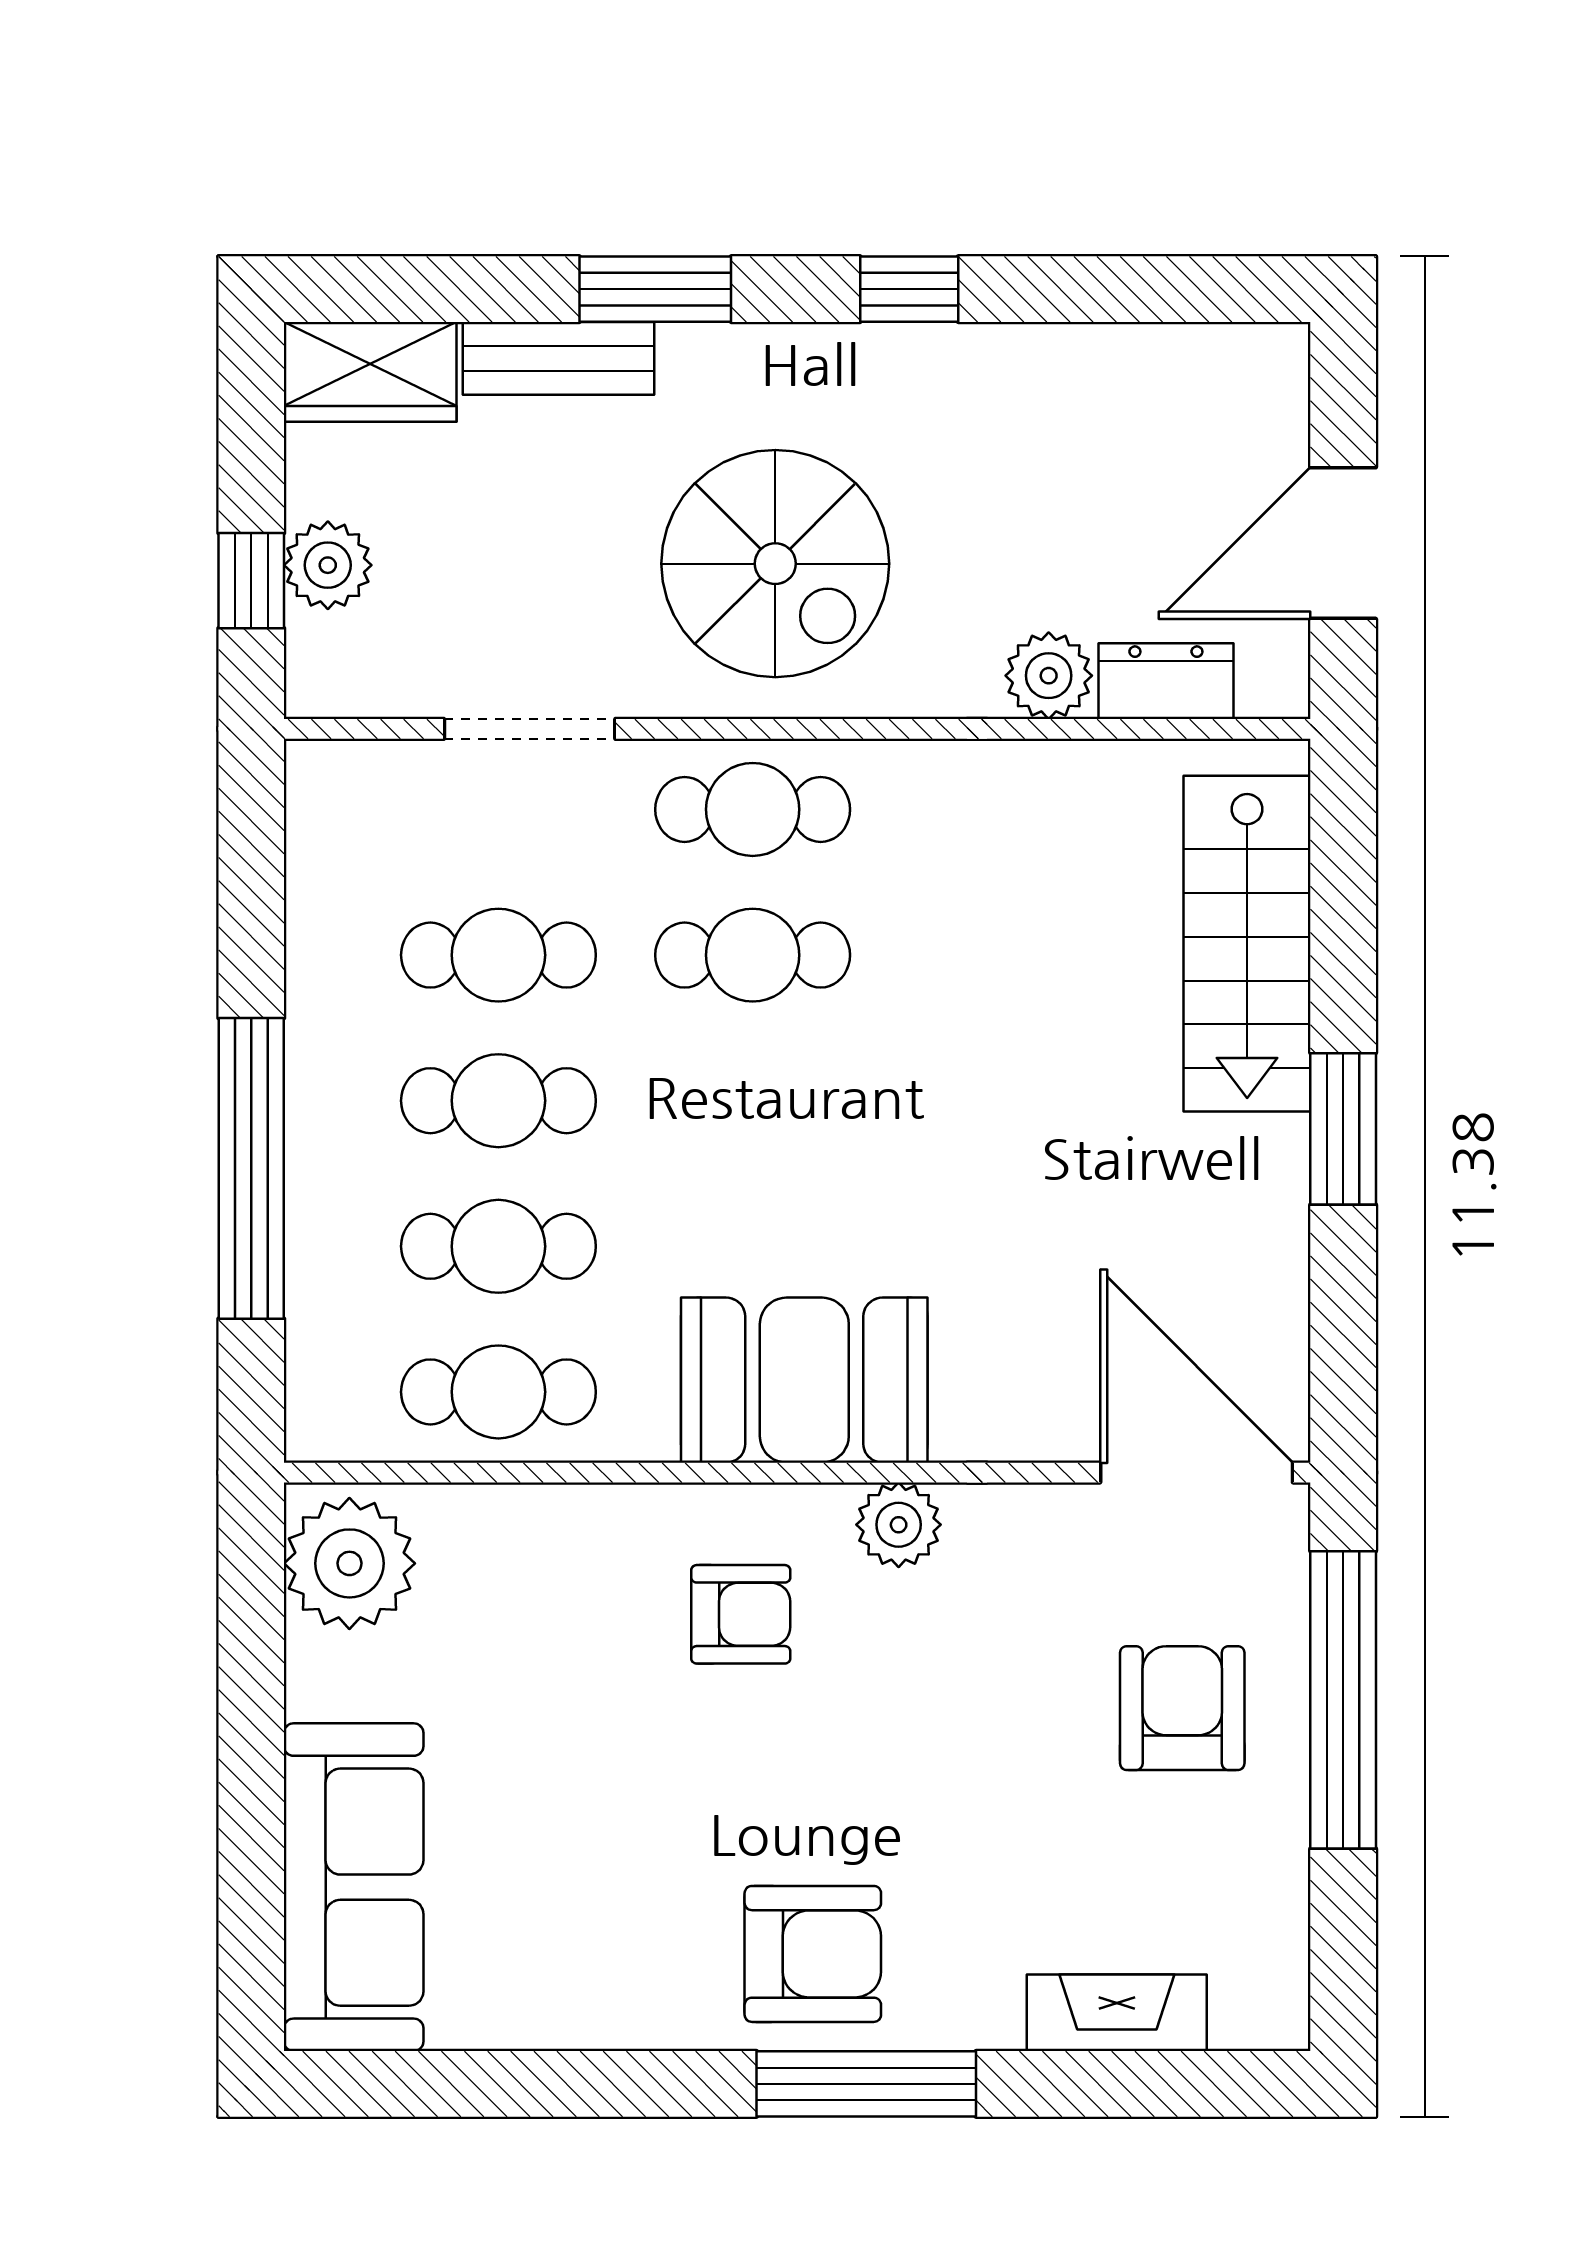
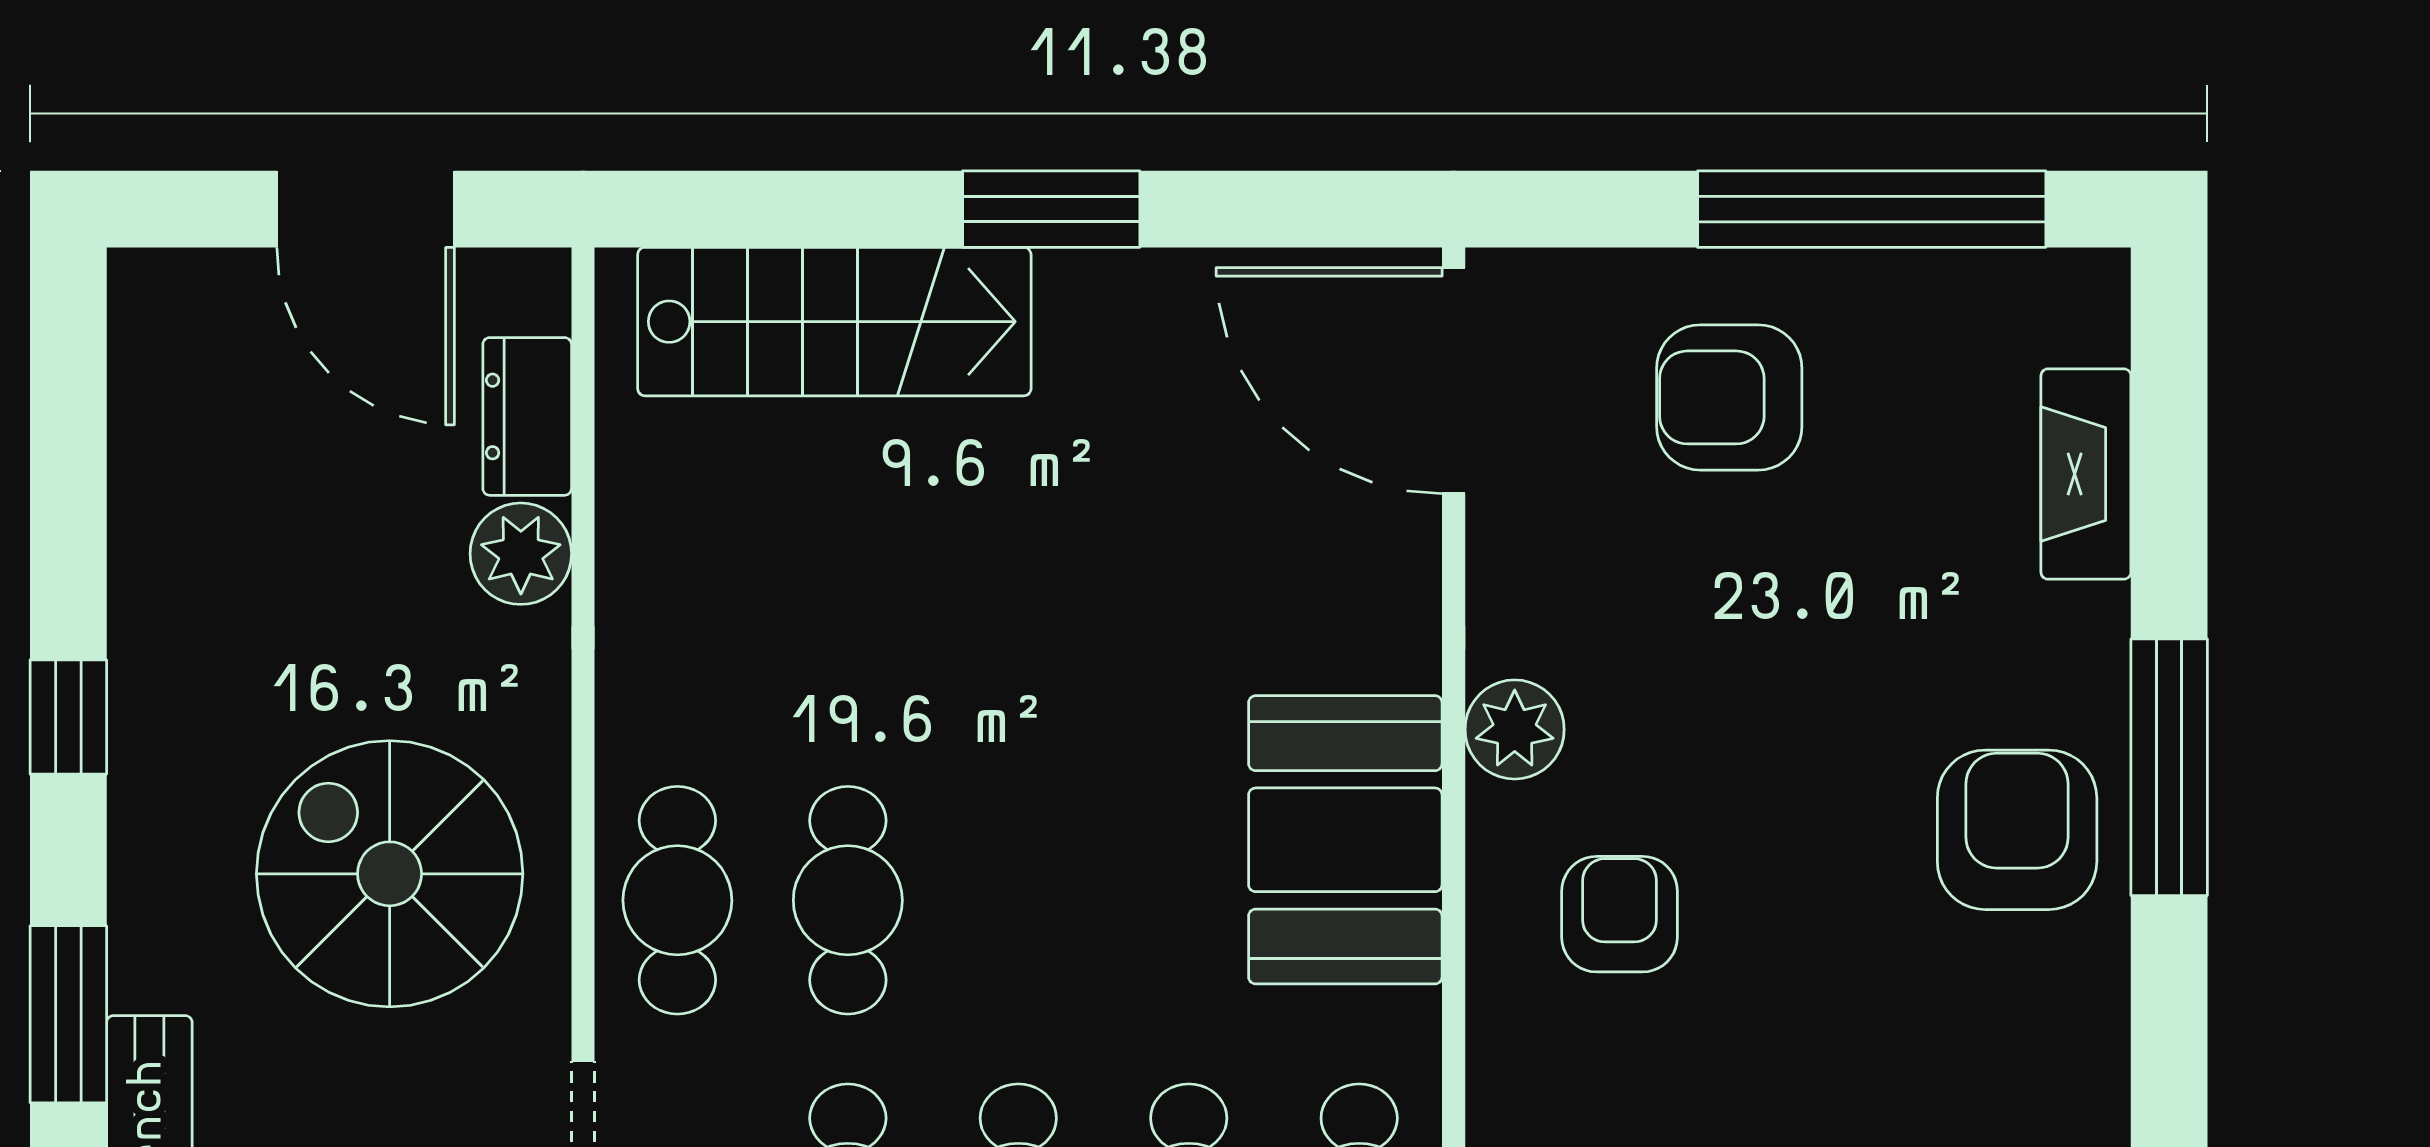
spiral stairs: (775, 564) -> (390, 874), turned -90
door: (1197, 1473) -> (1454, 381), hinge flipped
window: (1343, 1700) -> (1872, 209), moved

